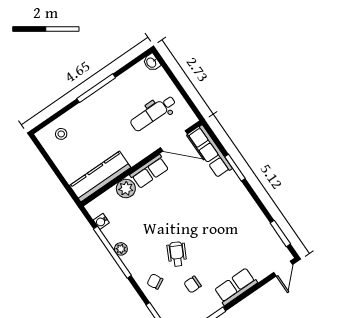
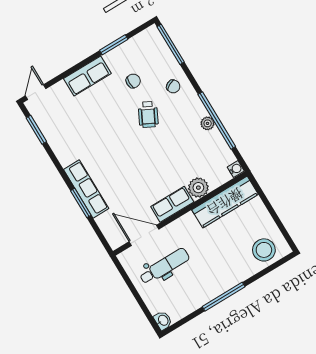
stool: (61, 134) -> (264, 250), width x1.89, depth x1.89
row of seats: (210, 151) -> (86, 189), moved
water cooler: (101, 221) -> (236, 169), moved

